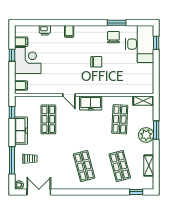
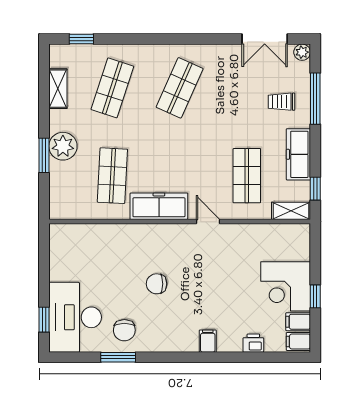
filing cabinet: (21, 86) -> (298, 341), moved
shelving: (143, 101) -> (291, 211), moved
freezer: (91, 103) -> (159, 206), width x1.40
shop shelf: (84, 166) -> (180, 88), turned 39
shop shelf: (120, 166) -> (112, 88), turned 33

